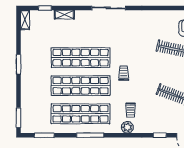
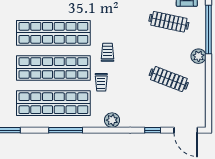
trolley: (131, 110) -> (101, 82), moved

